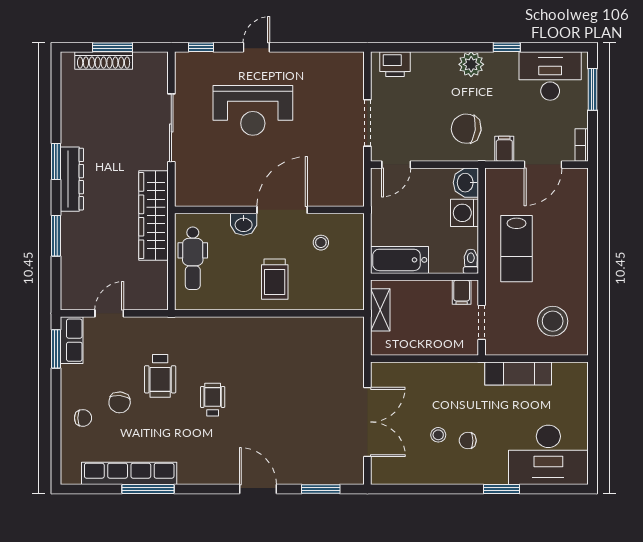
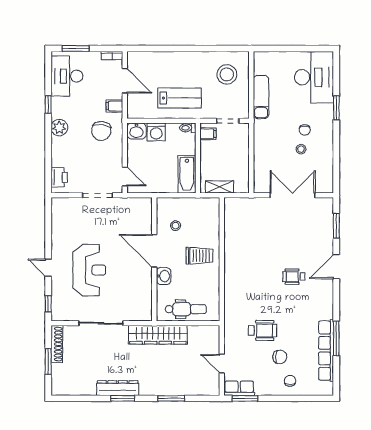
shoe rack: (104, 60) -> (57, 344), moved
dresser: (72, 179) -> (118, 388), moved
wheelchair: (213, 400) -> (294, 277), moved

